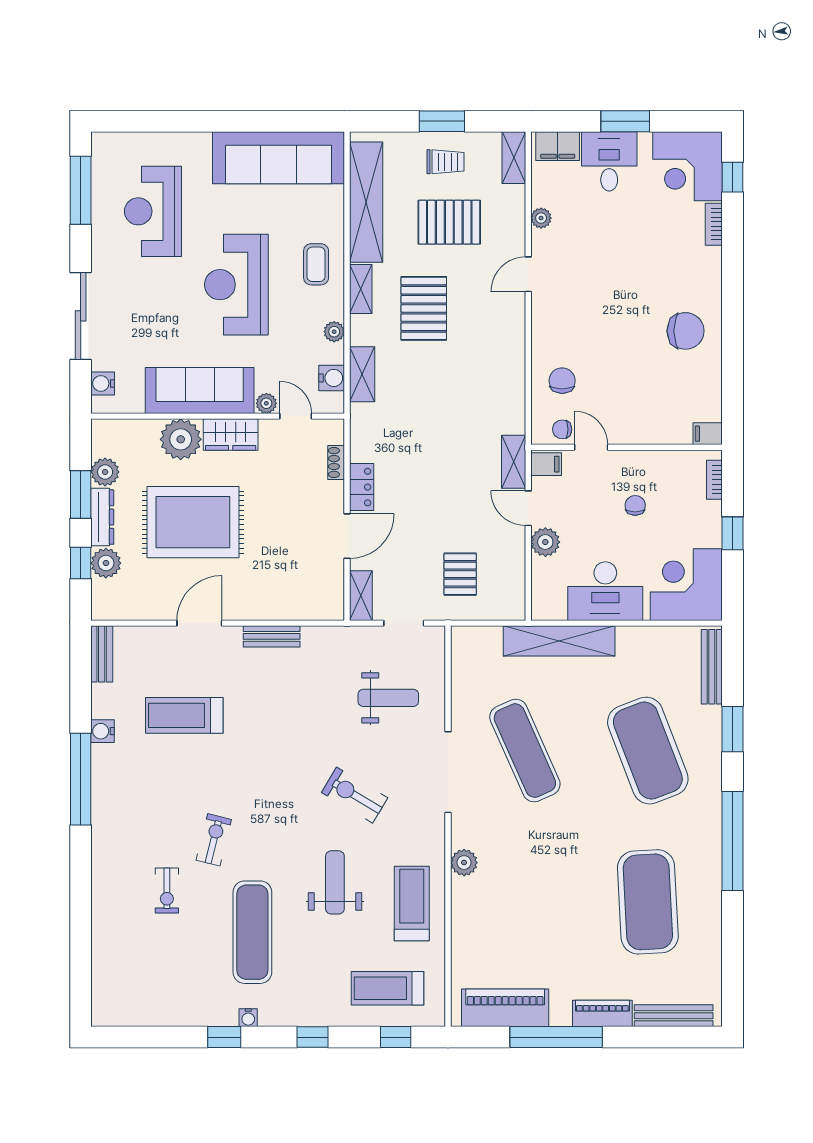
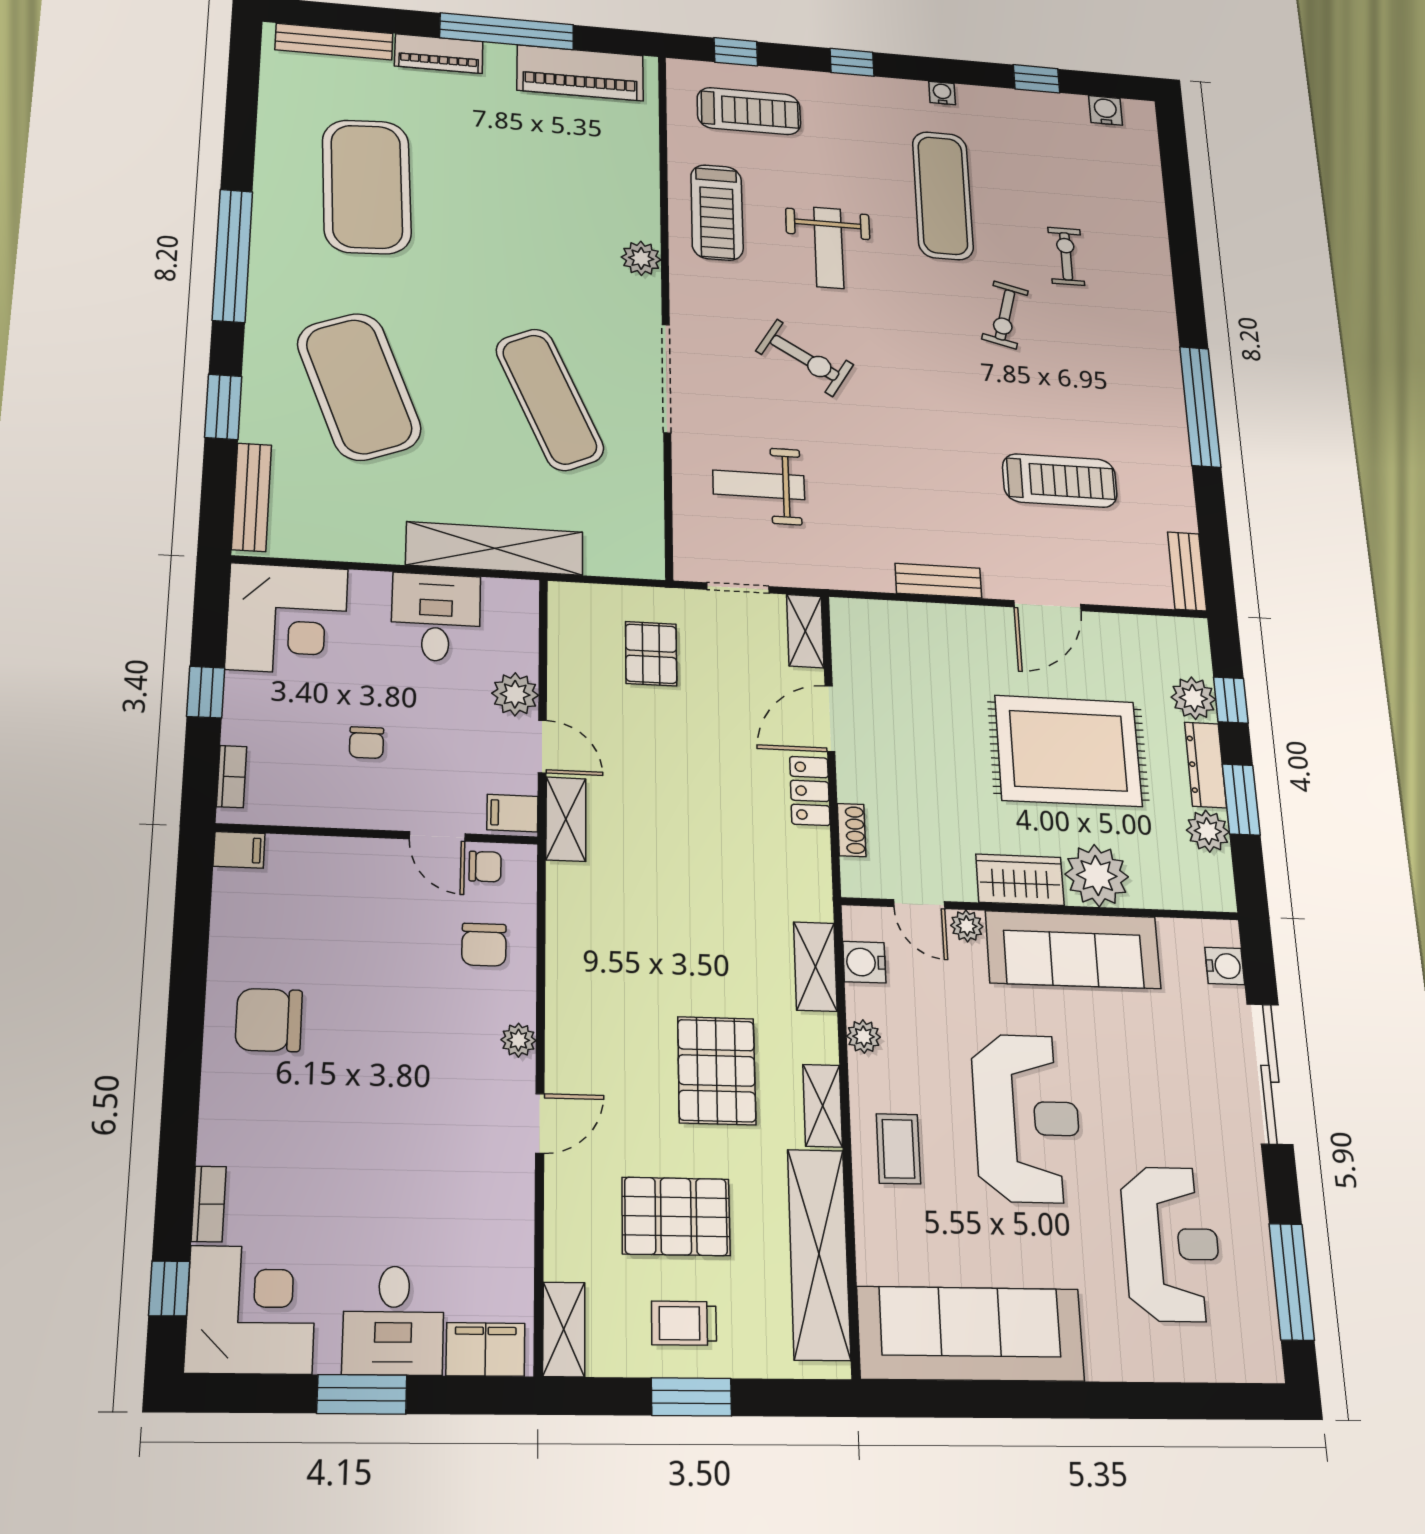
plant: (541, 218) -> (518, 1040), moved
desk: (605, 591) -> (436, 617), width x0.73
water cooler: (103, 731) -> (1105, 110), moved, turned -90
window: (224, 1037) -> (1036, 79), moved

